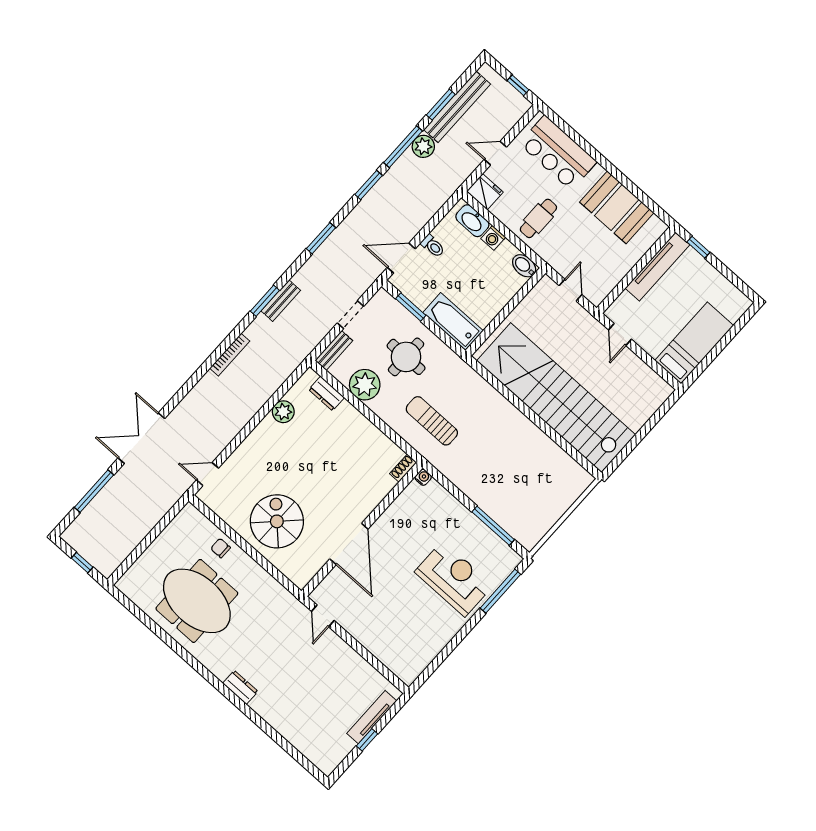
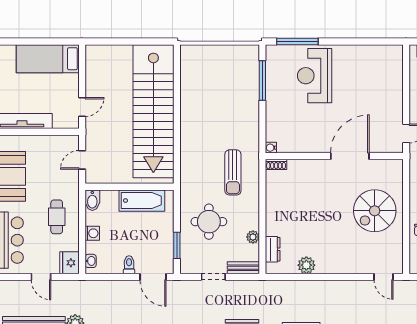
cafe table: (538, 218) -> (57, 217), turned 90
washbasin: (472, 221) -> (91, 261), width x0.52, depth x0.69
bathtub: (453, 322) -> (142, 201), moved, turned -90
plant: (365, 385) -> (253, 237), width x0.53, depth x0.53

